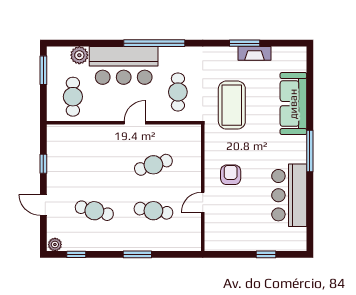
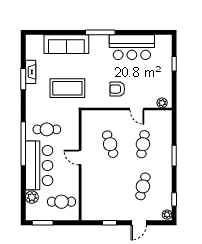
cafe table: (178, 92) -> (47, 129), moved
plant: (211, 238) -> (162, 103), added

